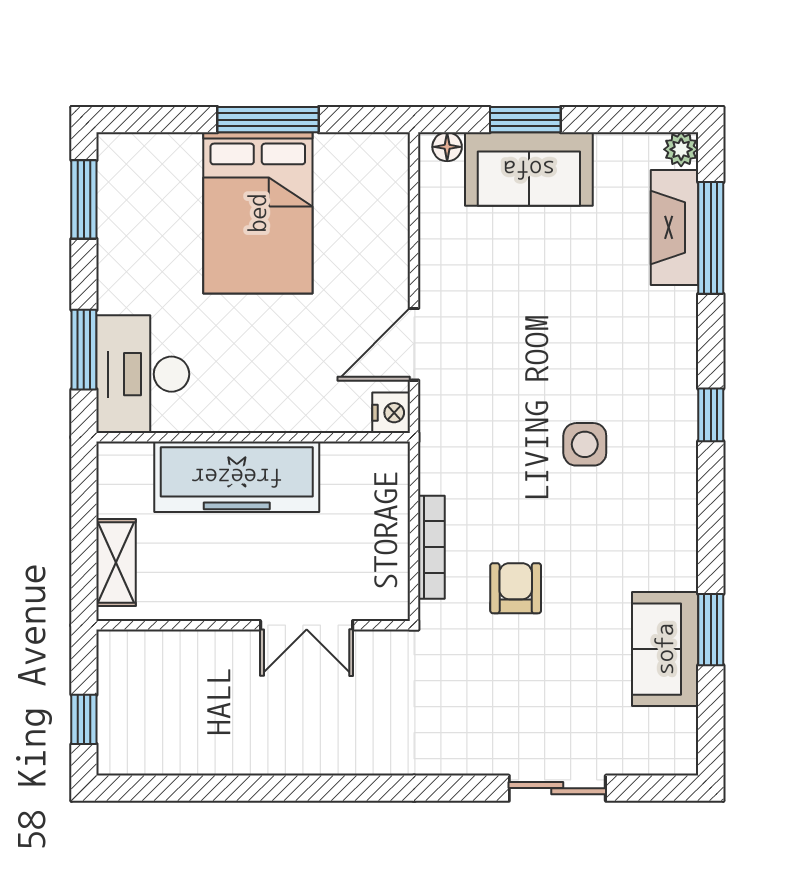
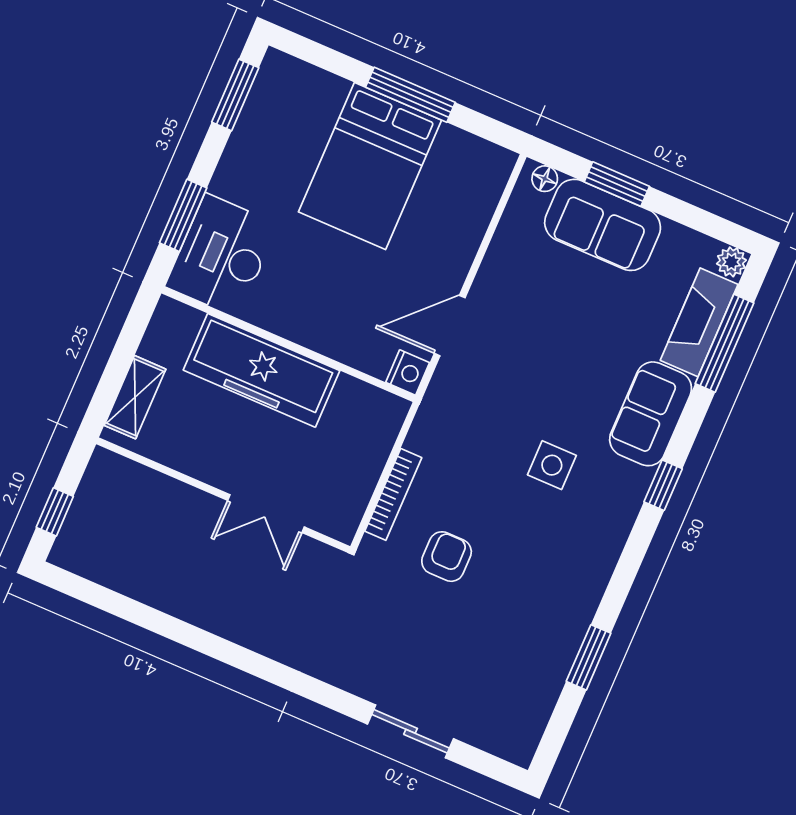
sofa: (665, 649) -> (651, 414), moved

